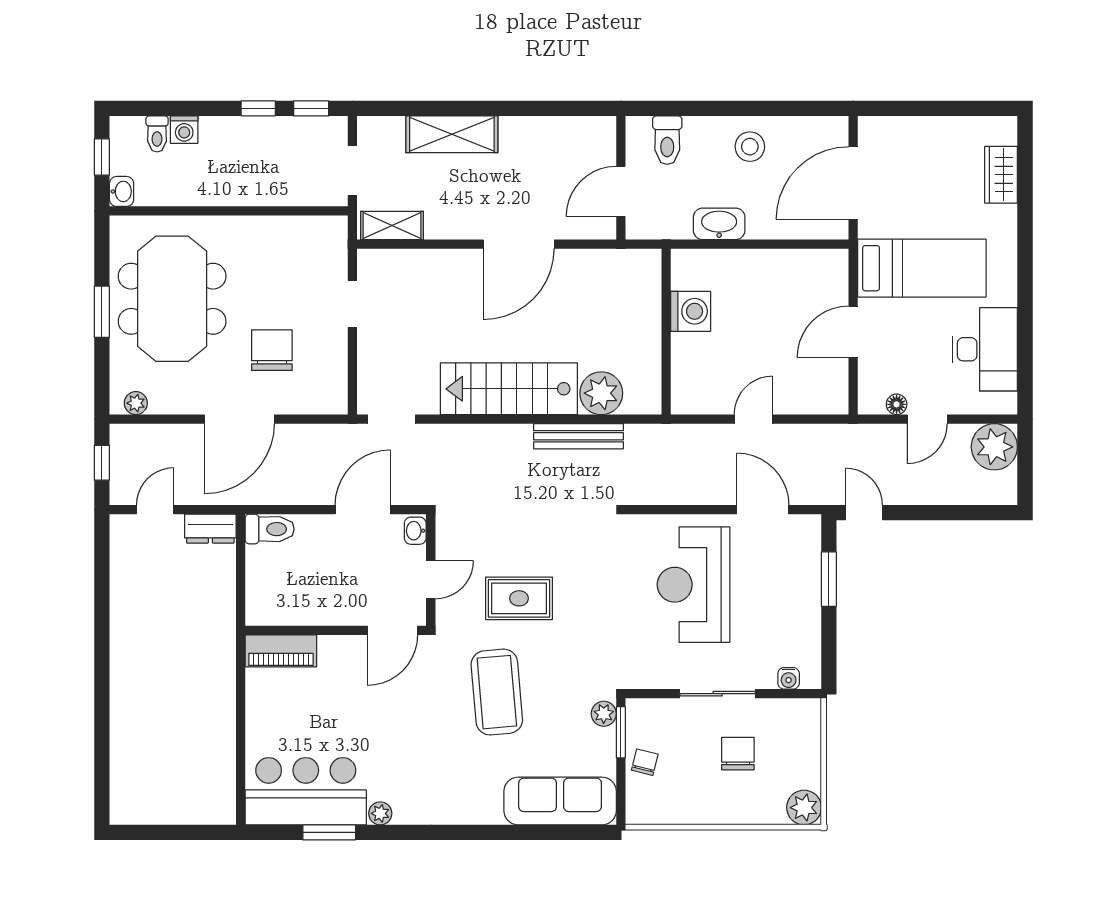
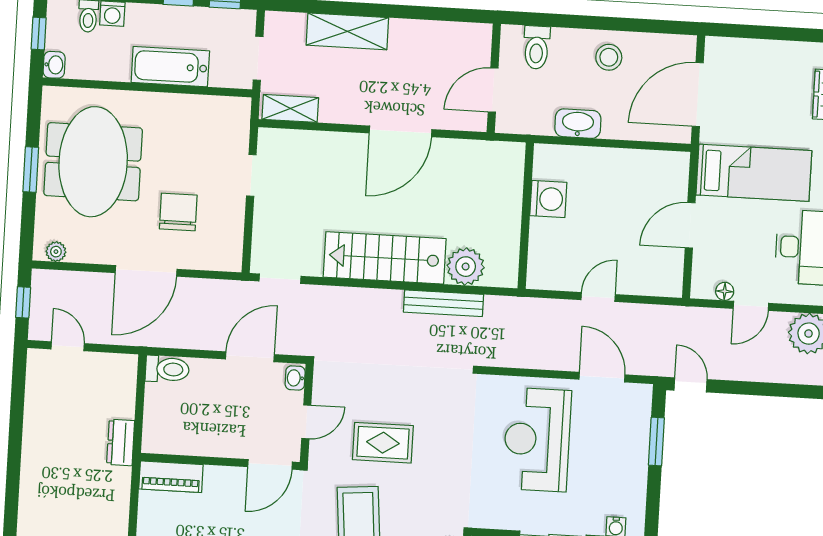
bathtub: (253, 186) -> (170, 67), added
door: (155, 510) -> (68, 346), hinge flipped
dresser: (210, 529) -> (121, 443), moved, turned 90

